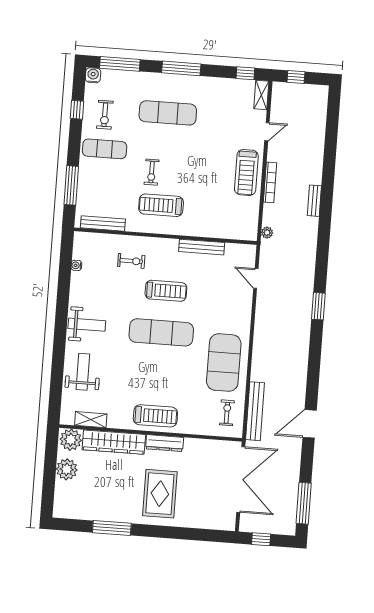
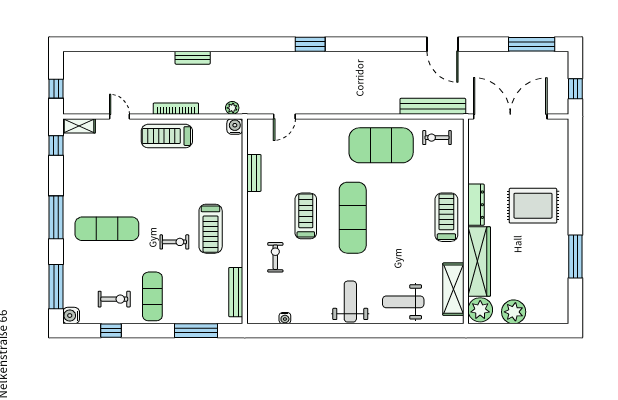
exercise mat: (168, 113) -> (107, 229), turned 90
treadmill: (246, 172) -> (167, 136), turned 180
water cooler: (250, 234) -> (235, 126), added
bench: (202, 247) -> (254, 173), width x0.73
shelving: (91, 420) -> (453, 289), width x1.50, depth x1.33

